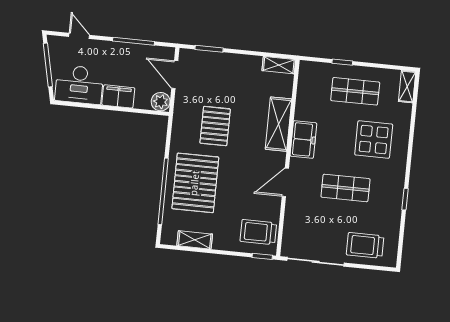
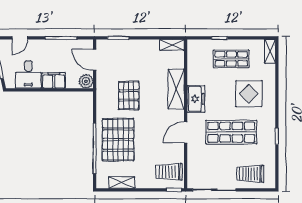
door: (79, 36) -> (20, 38), swing flipped
desk: (79, 85) -> (28, 75), width x0.73
shop shelf: (345, 188) -> (231, 132), width x1.43, depth x1.36

